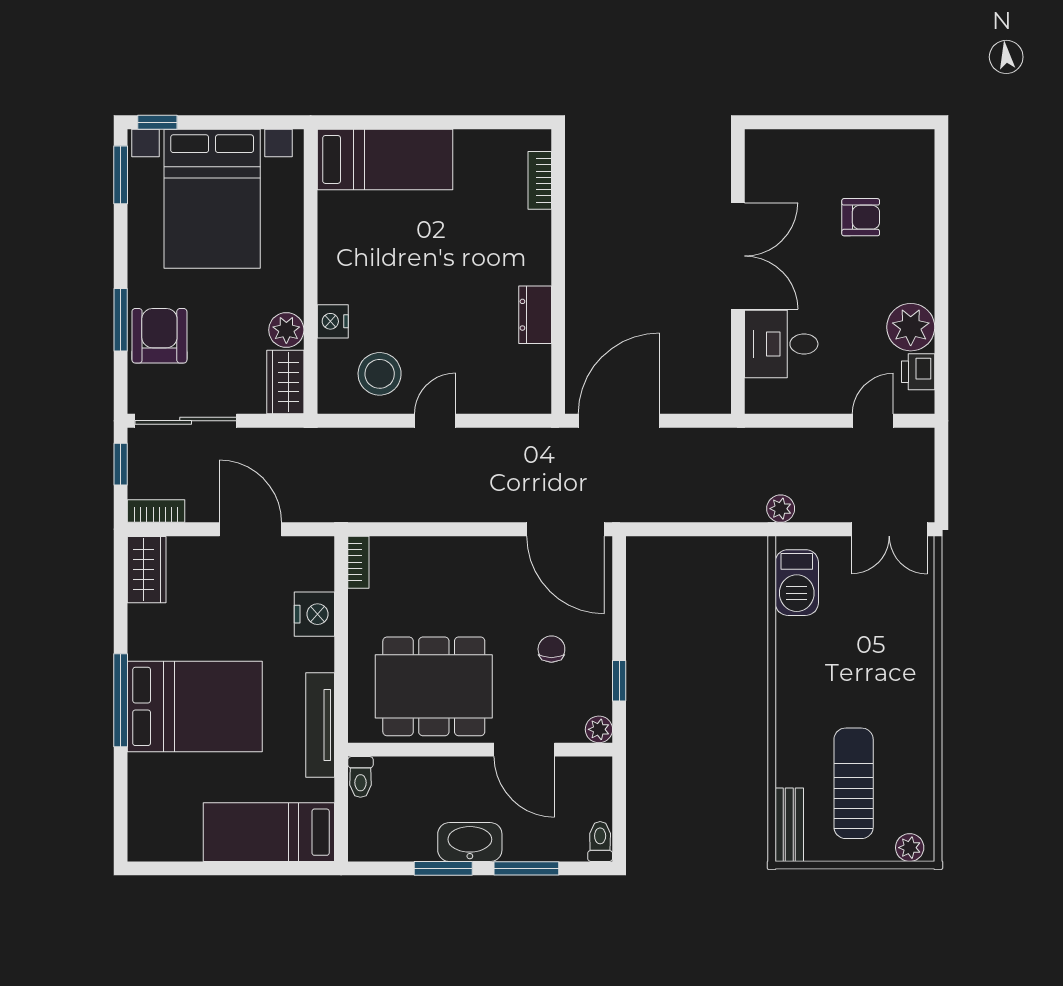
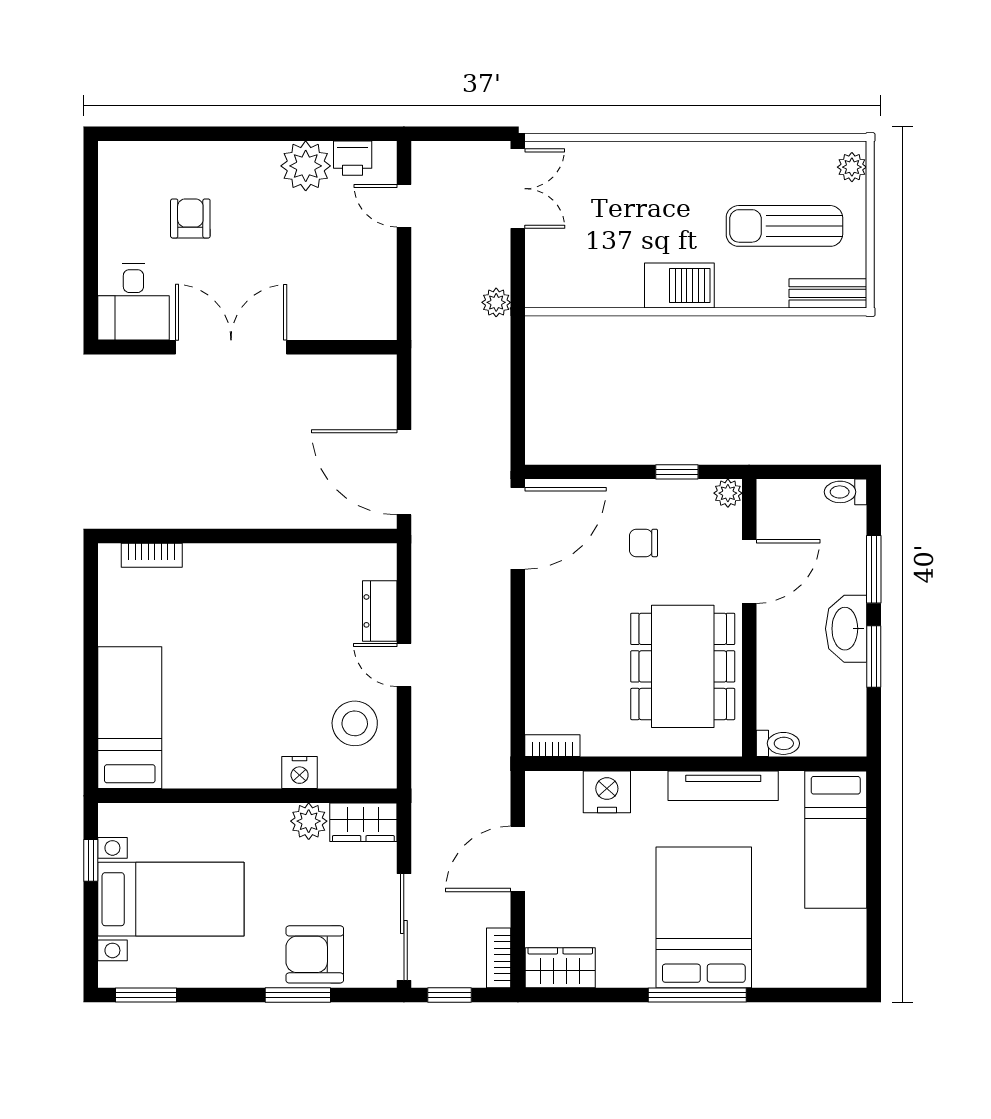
window: (157, 122) -> (91, 860), moved
bed with nightstands: (212, 199) -> (171, 899), width x0.73
dresser: (535, 315) -> (380, 611), moved, turned 90
desk: (781, 344) -> (133, 302), moved
barbecue: (797, 583) -> (679, 286), moved

